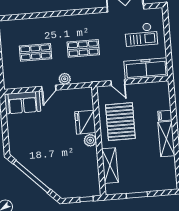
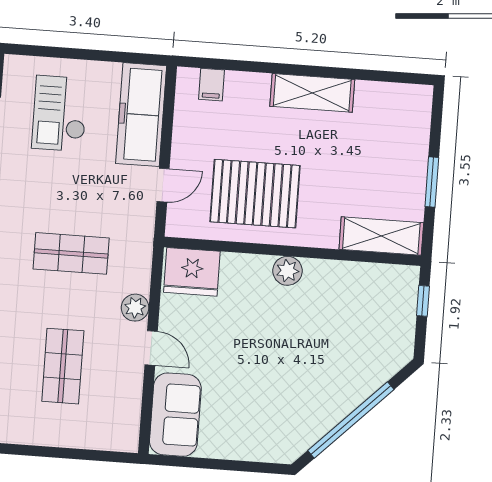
checkout: (141, 35) -> (60, 113), turned 180
shop shelf: (83, 48) -> (71, 253), turned 90
filing cabinet: (165, 116) -> (211, 85), moved
fridge: (85, 122) -> (192, 272), moved
shelving: (110, 166) -> (381, 236), moved

